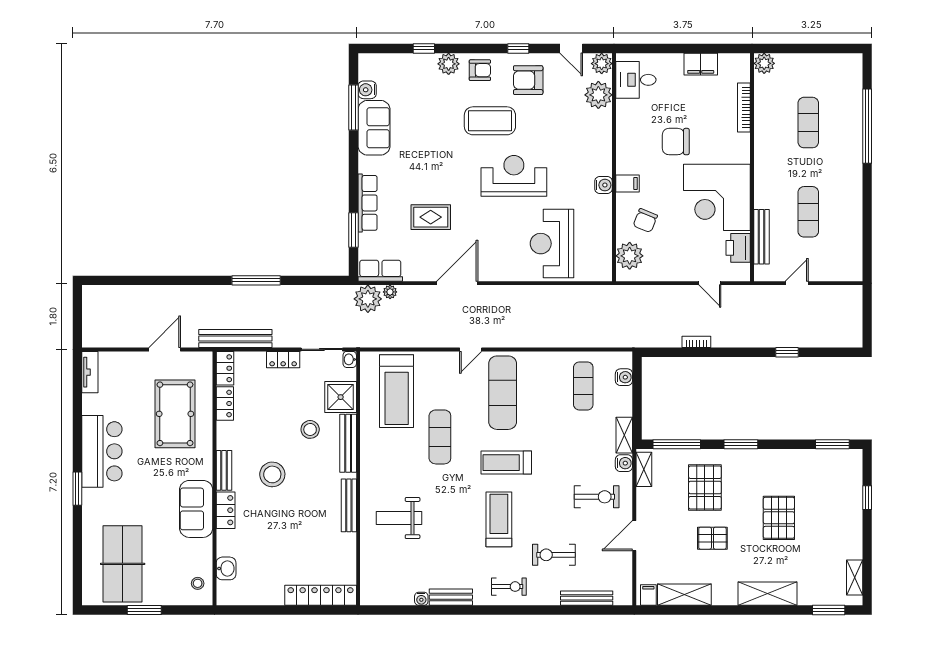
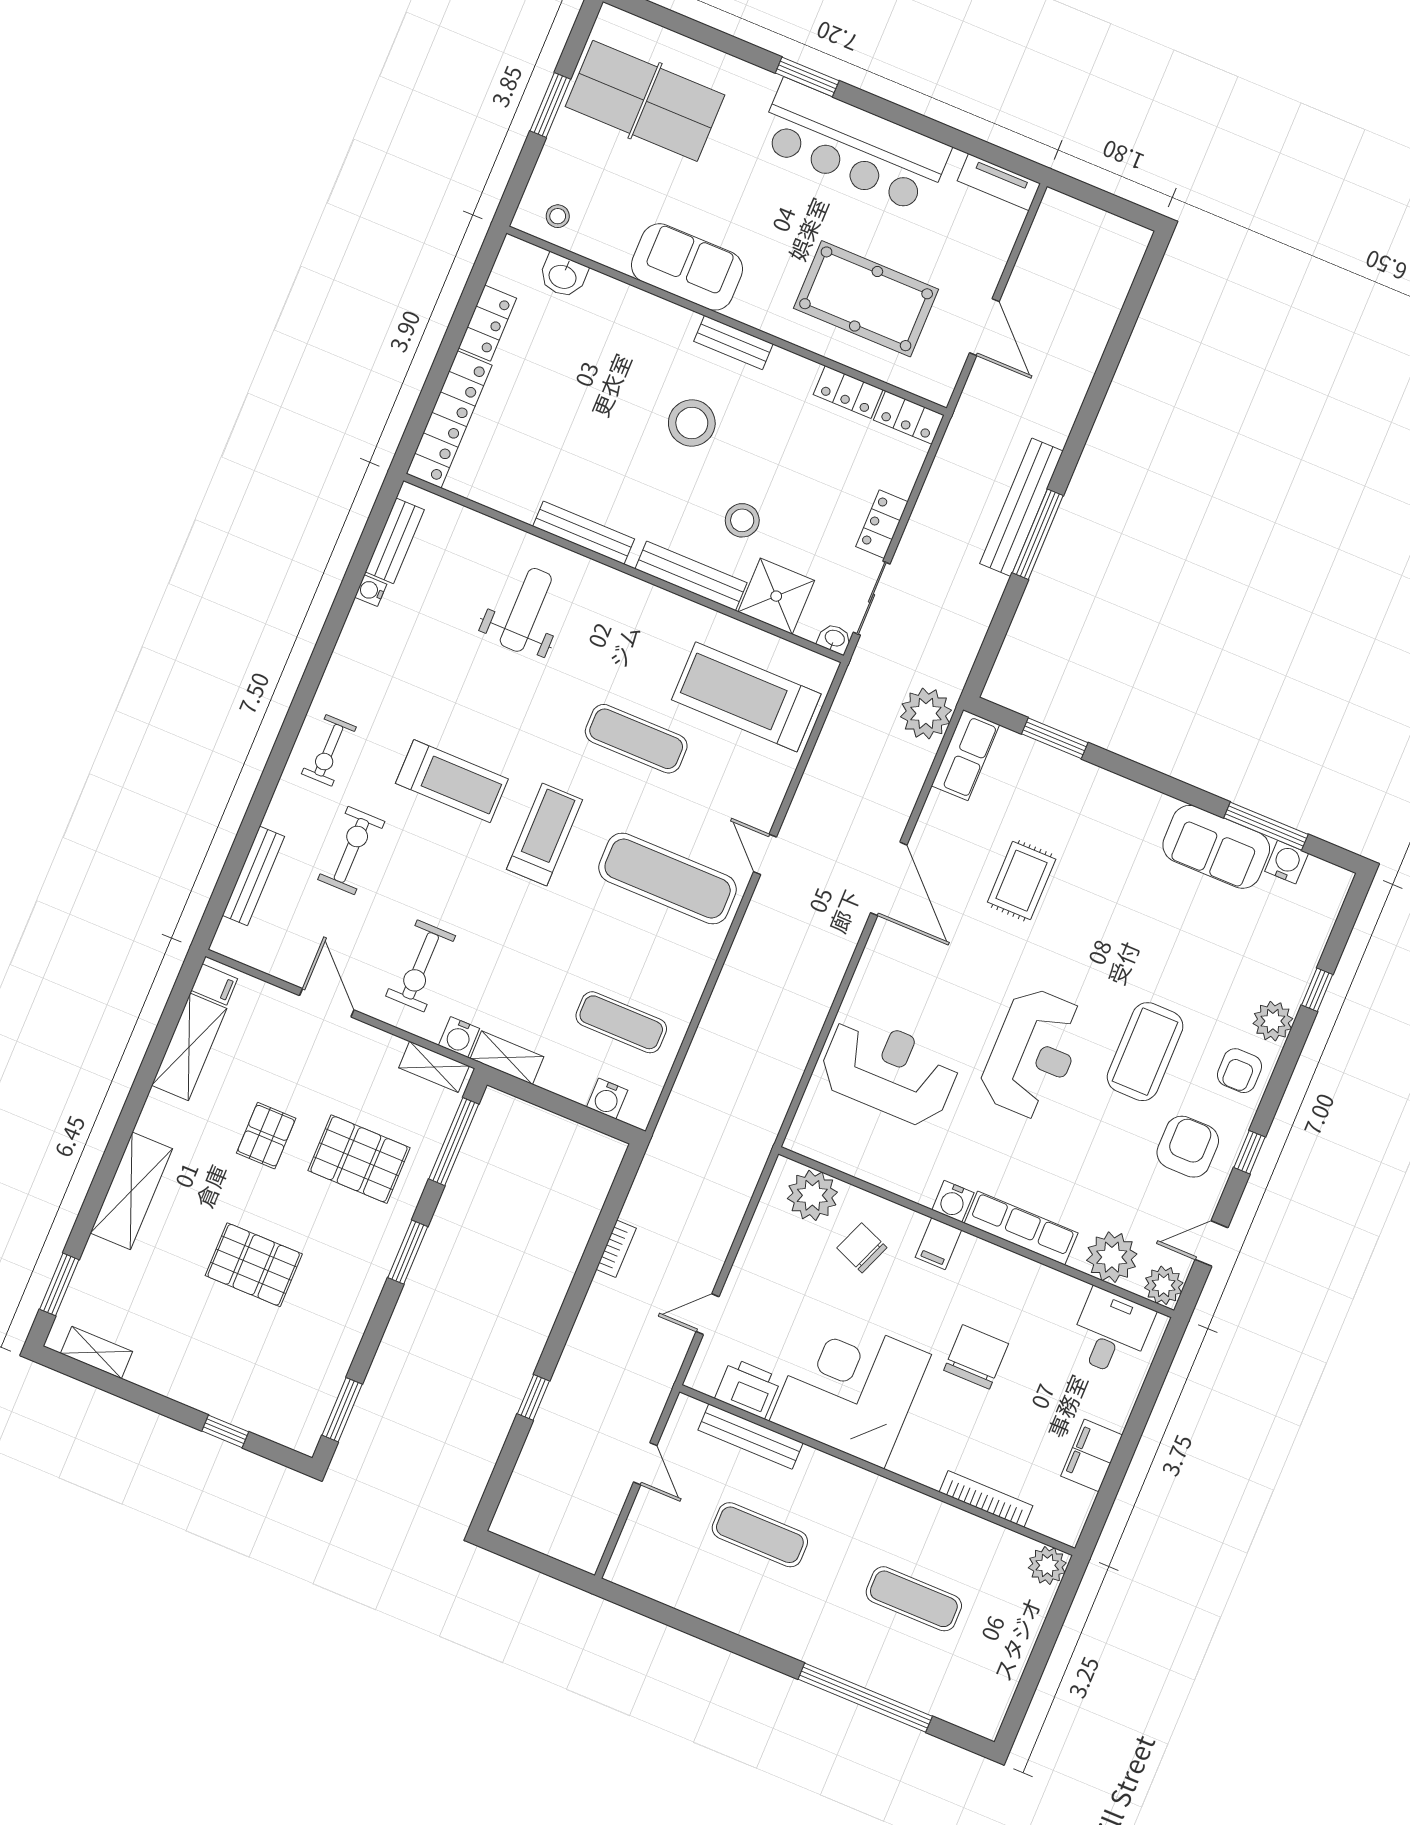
row of seats: (368, 203) -> (1021, 1228), moved, turned 180
plant: (390, 292) -> (922, 757), removed
bench: (235, 339) -> (1021, 507), moved
bar counter: (102, 451) -> (854, 146), width x1.36
locker: (226, 510) -> (488, 323), moved, turned -90
bench: (451, 597) -> (395, 541), moved

